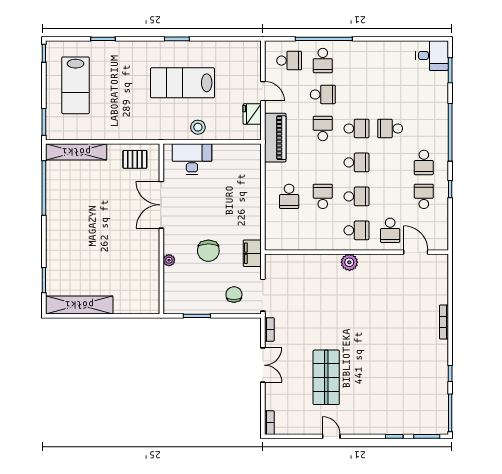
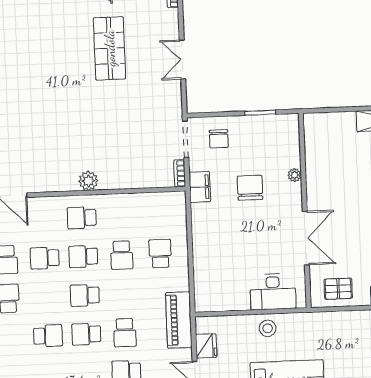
school desk: (390, 230) -> (45, 258), moved, turned -90
bookcase: (269, 329) -> (180, 173), moved

